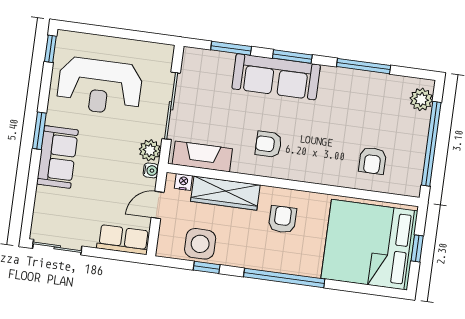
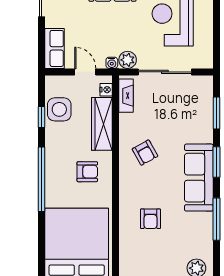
sofa: (276, 77) -> (199, 178), moved
armchair: (268, 144) -> (145, 153), turned 151
fireplace: (202, 156) -> (126, 96), width x0.73, depth x0.76
armchair: (372, 161) -> (150, 219), moved, turned -90

